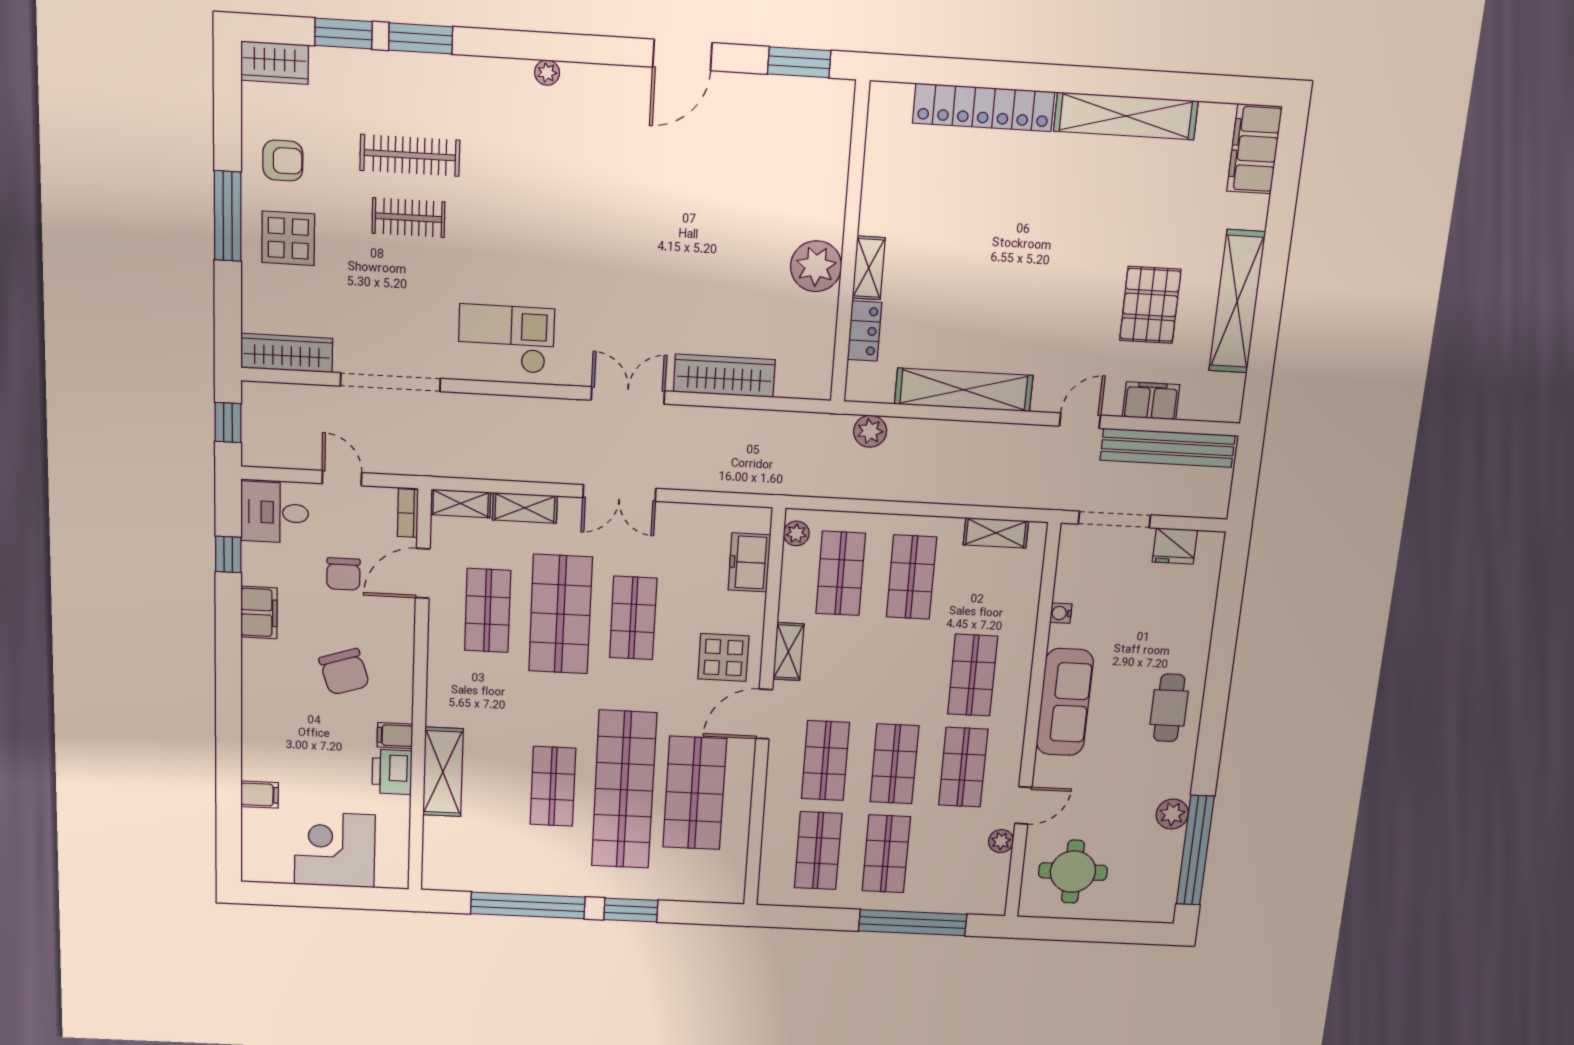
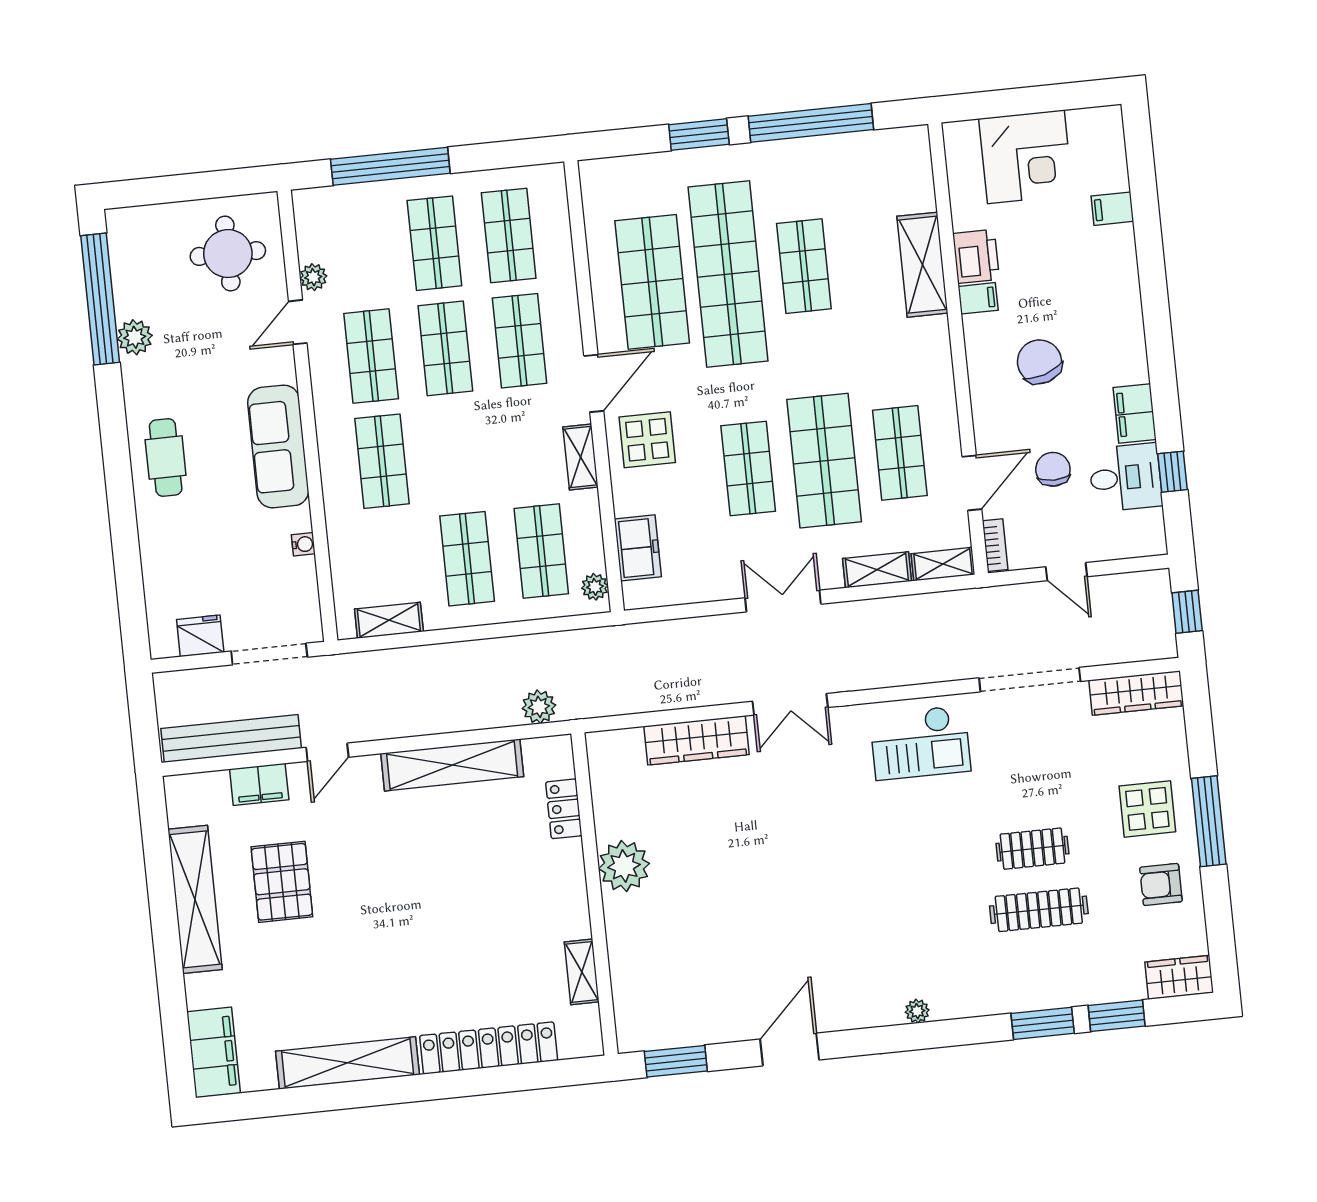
shelving: (869, 268) -> (582, 972), moved
desk: (275, 512) -> (1125, 478), moved

